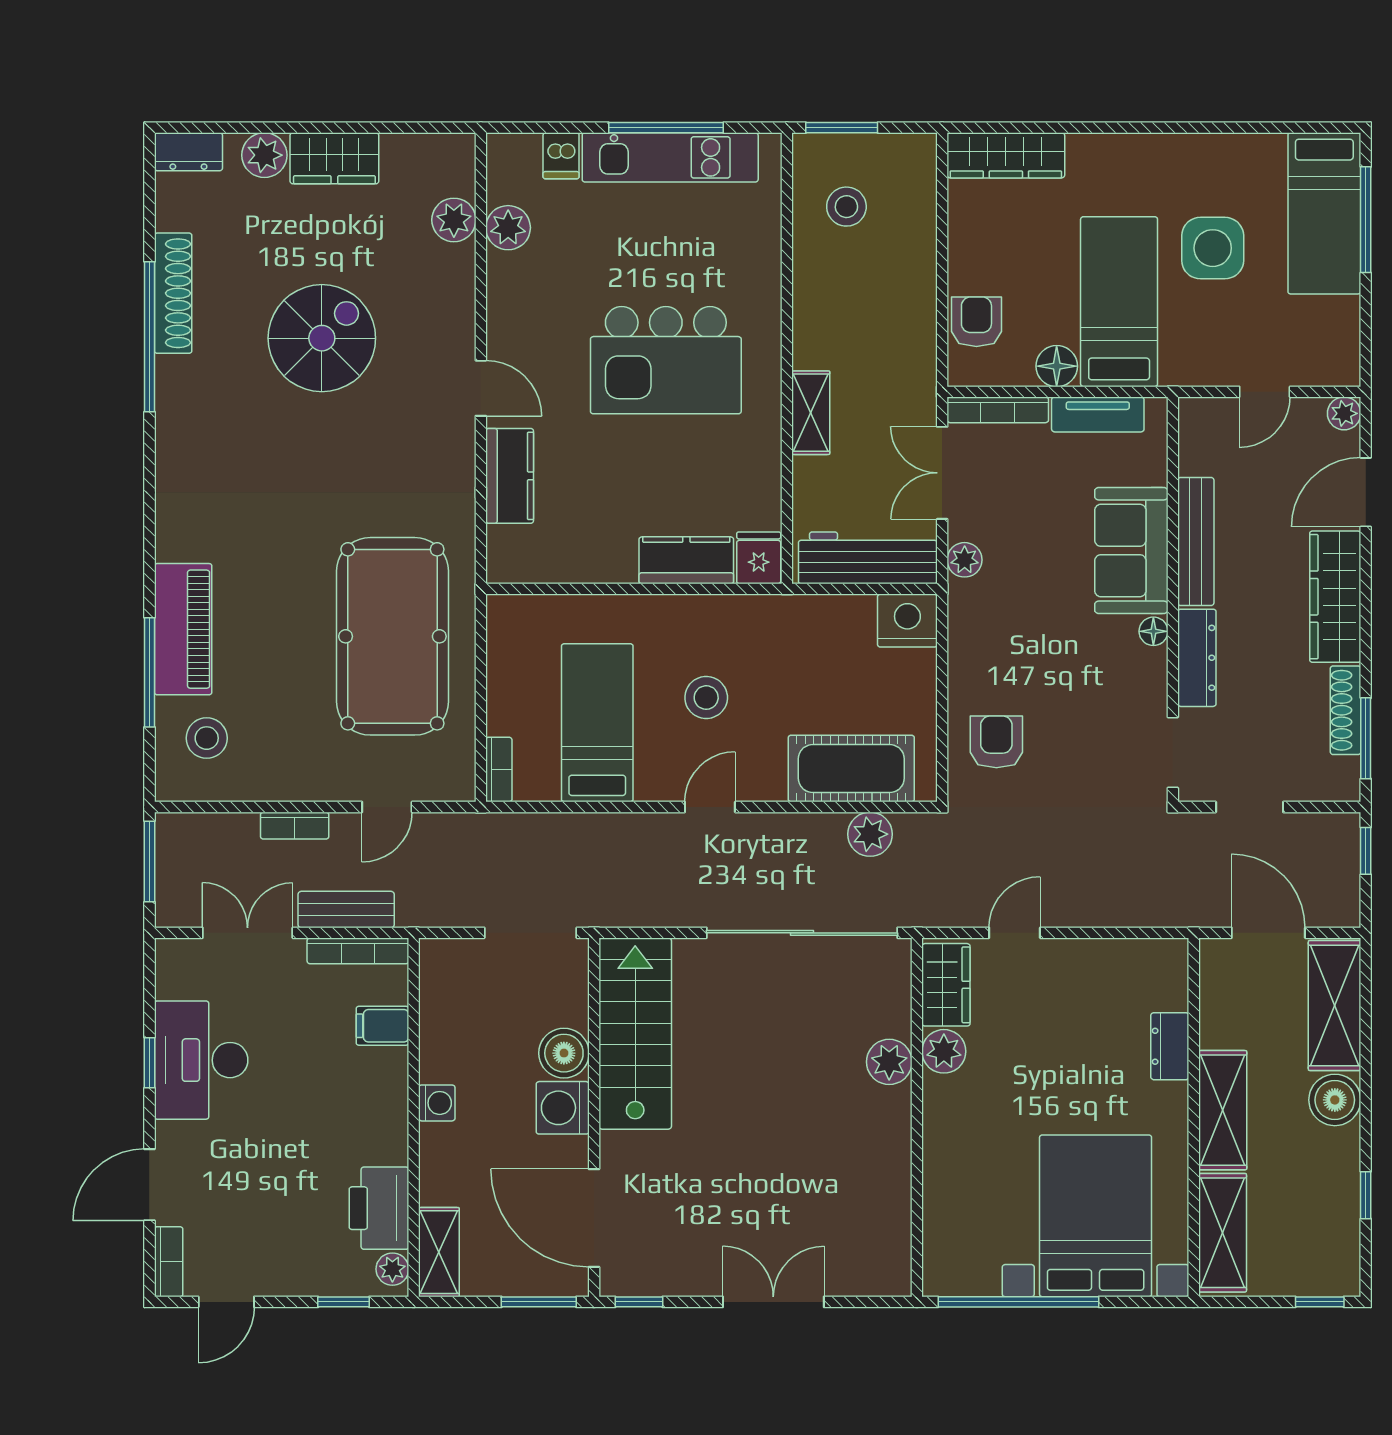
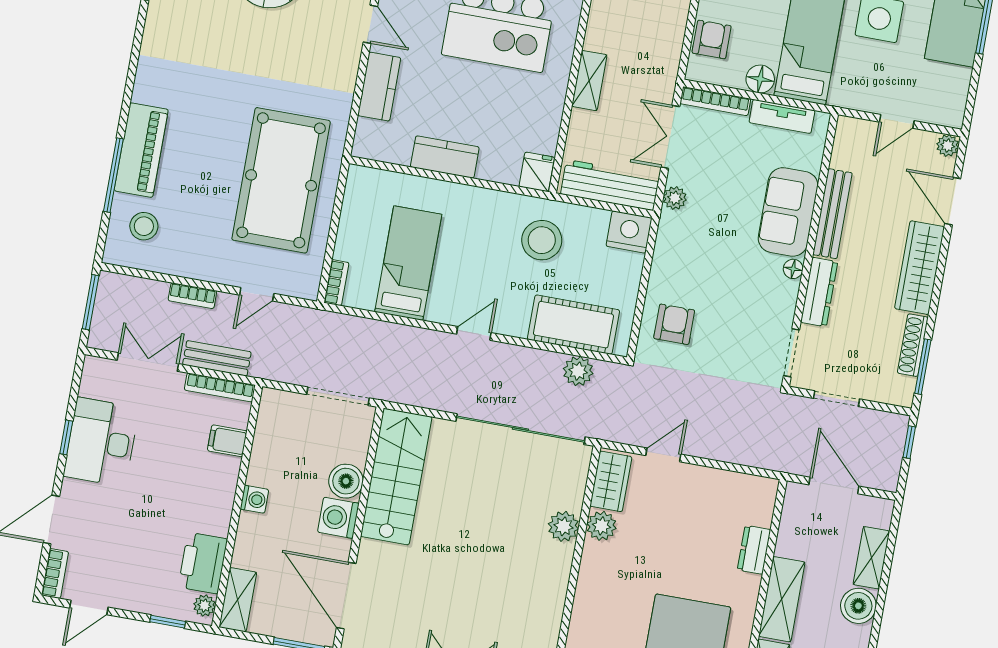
door: (1366, 492) -> (953, 201), hinge flipped
kitchen counter: (686, 560) -> (445, 157), moved
stool: (706, 698) -> (542, 240), moved, width x1.38, depth x1.38
shelving: (1335, 1005) -> (871, 558), width x0.67, depth x0.75

